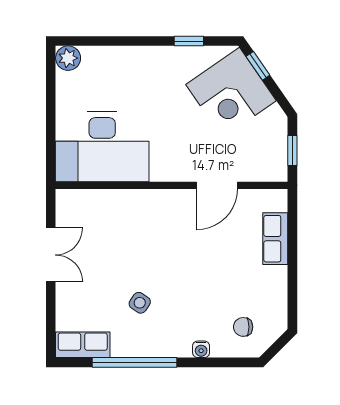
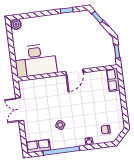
corner desk: (231, 93) -> (88, 30), removed
door: (217, 185) -> (74, 72), moved
row of seats: (275, 239) -> (113, 80), moved
double door: (51, 255) -> (20, 109), swing flipped

